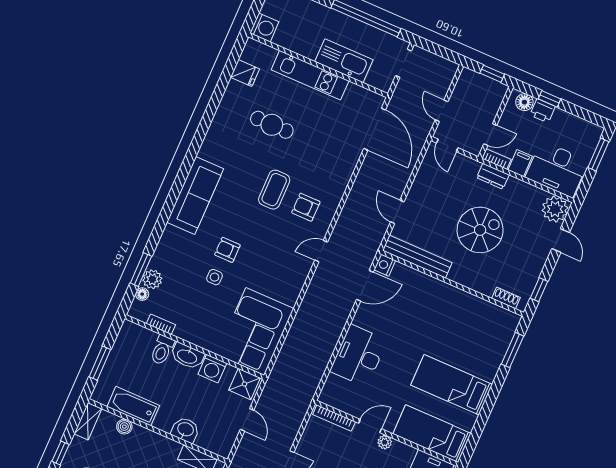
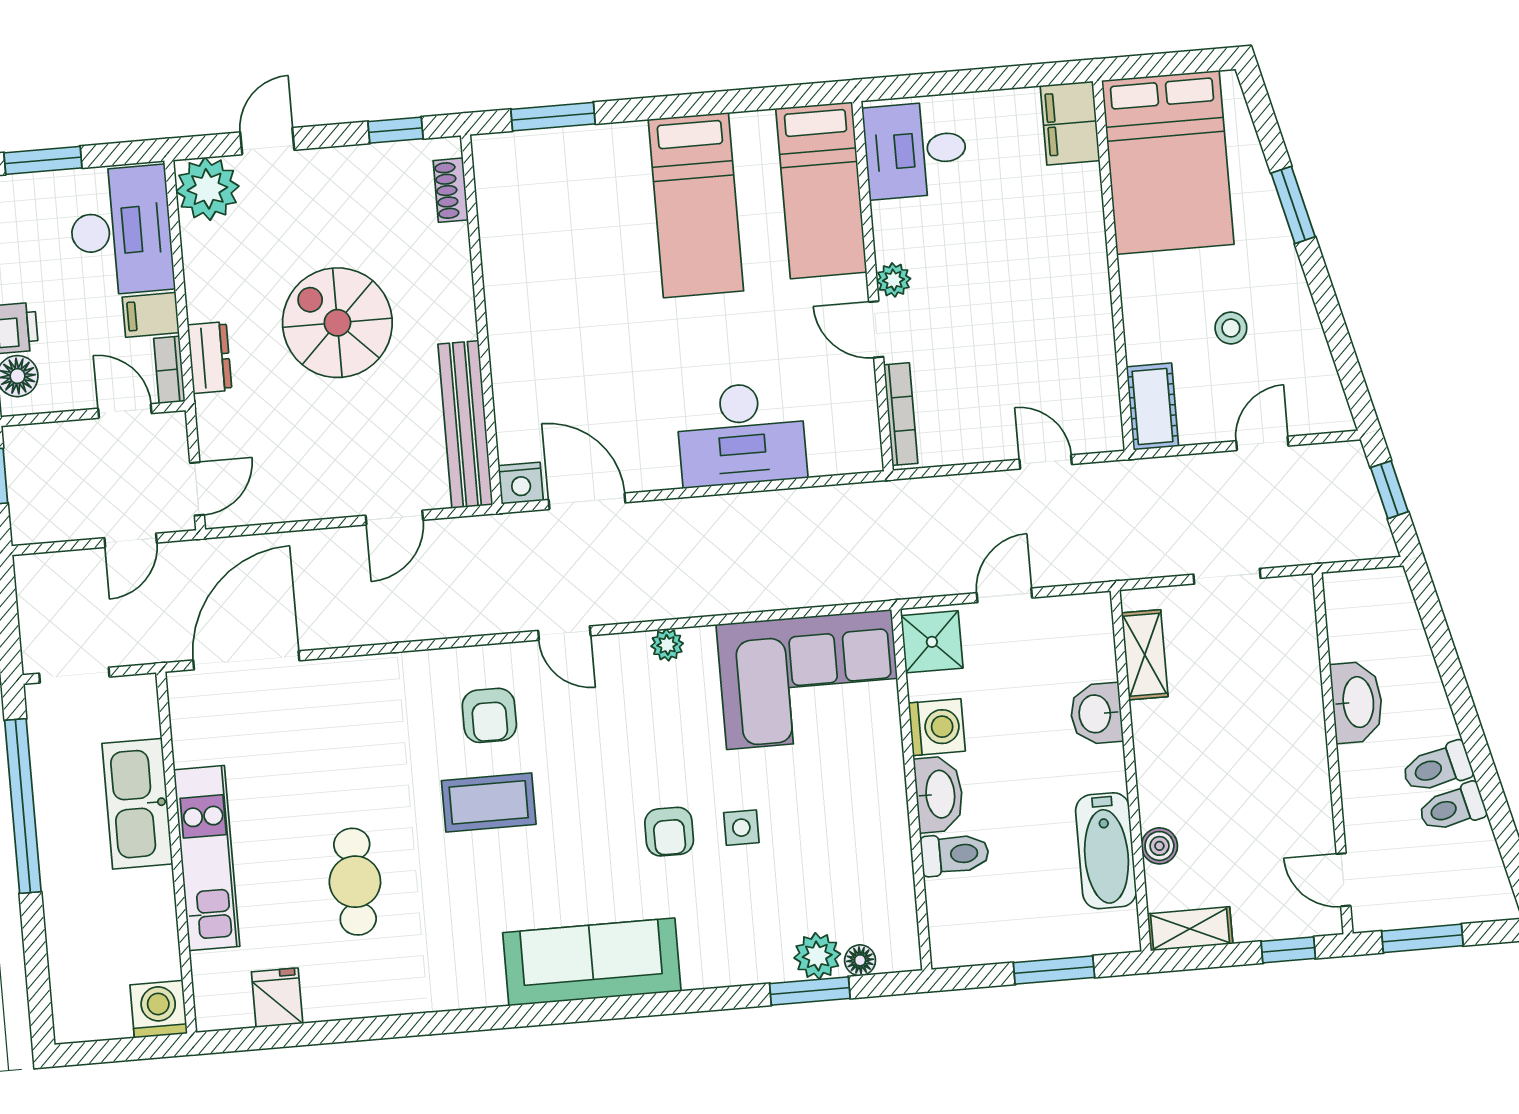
plant: (296, 286) -> (667, 645), added
bookcase: (161, 324) -> (902, 886), removed

